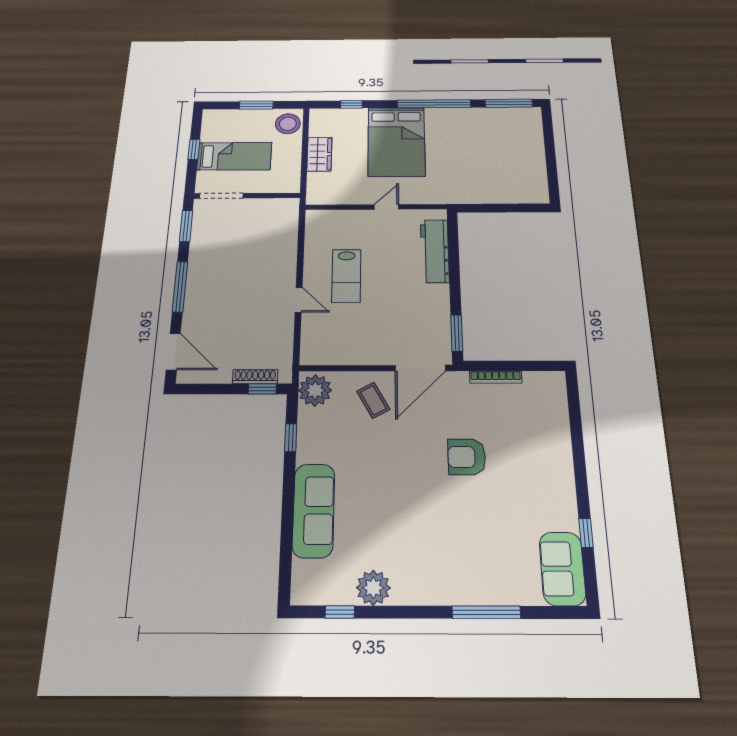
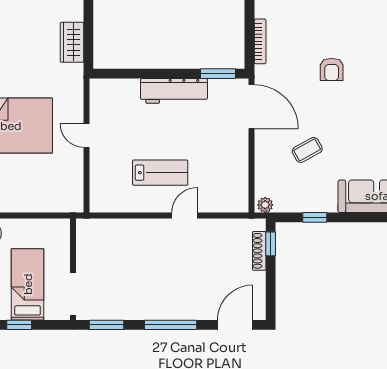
wardrobe: (319, 154) -> (72, 42), moved, turned -90
workbench: (435, 251) -> (174, 91), moved
plant: (315, 390) -> (265, 205), width x0.53, depth x0.53
coffee table: (373, 400) -> (307, 150), moved
armchair: (467, 457) -> (332, 69), width x0.72, depth x0.72

